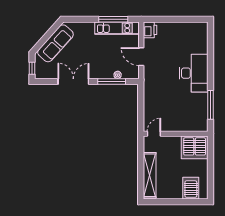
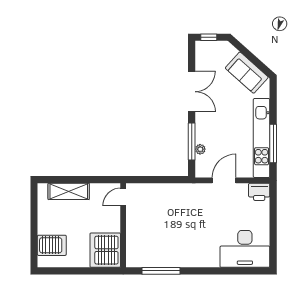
kitchen unit: (117, 28) -> (262, 138), width x1.36
sofa: (55, 43) -> (247, 73), width x0.73
desk: (194, 73) -> (245, 249), moved
door: (154, 134) -> (123, 197), swing flipped
shelving: (150, 175) -> (69, 191), width x0.68

